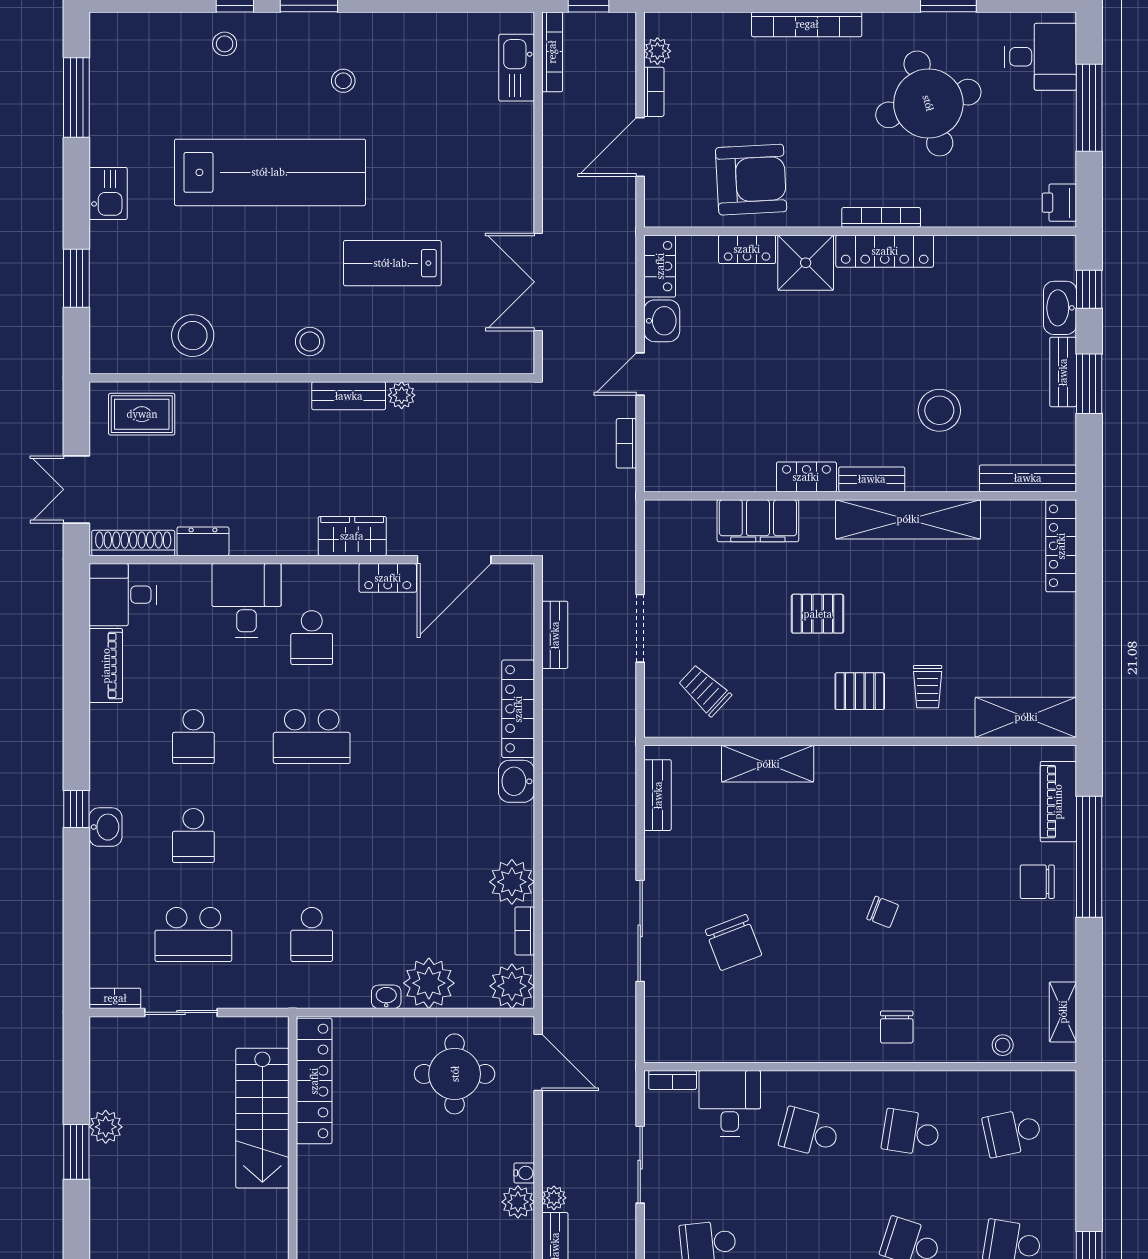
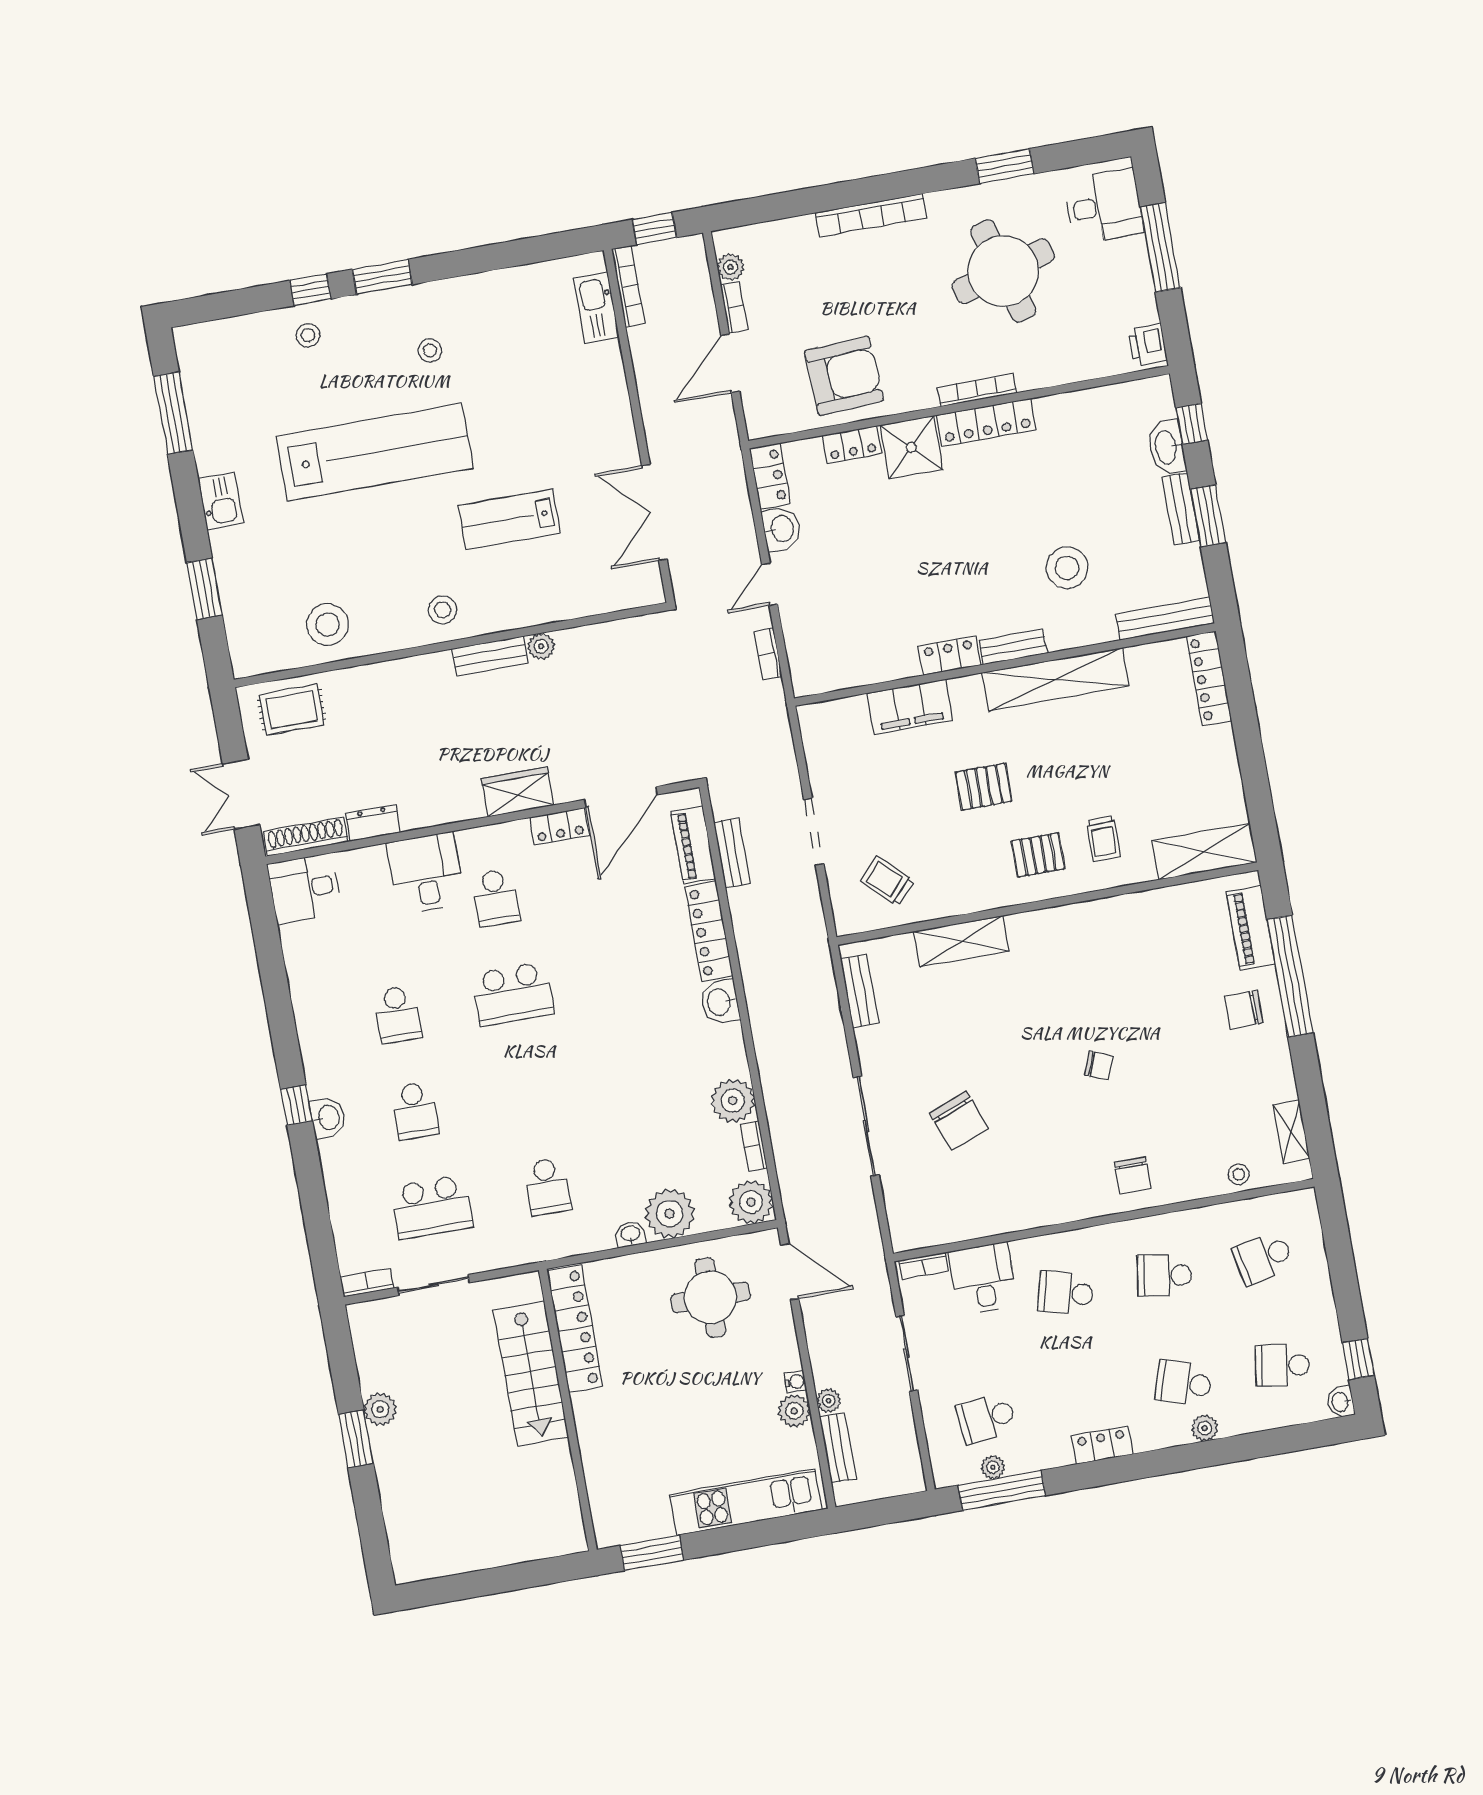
piano: (106, 666) -> (693, 845), moved, turned 180

